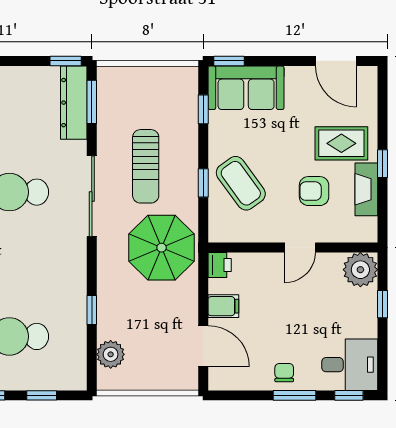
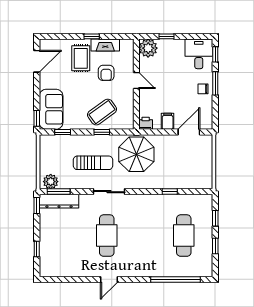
sliding door: (92, 196) -> (109, 192), width x0.73
plant: (111, 354) -> (51, 182), moved

